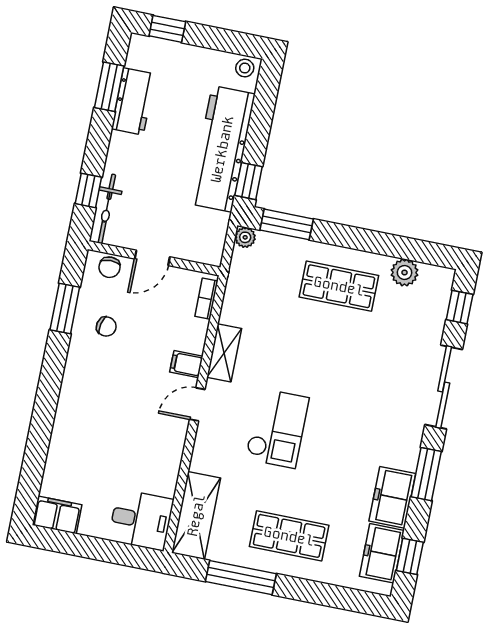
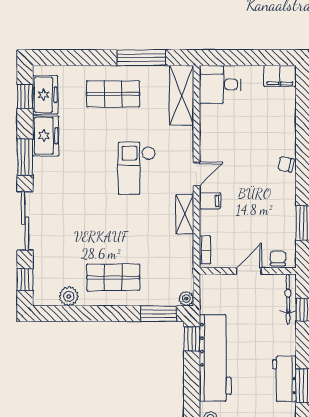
chair: (106, 326) -> (286, 164), moved

